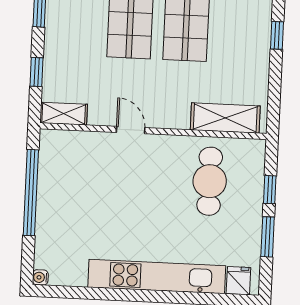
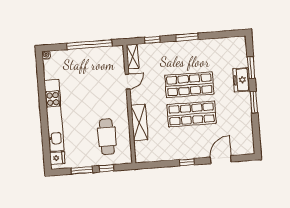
shelving: (225, 118) -> (139, 122), moved
door: (131, 130) -> (128, 82), moved
cafe table: (210, 181) -> (107, 137), turned 90

